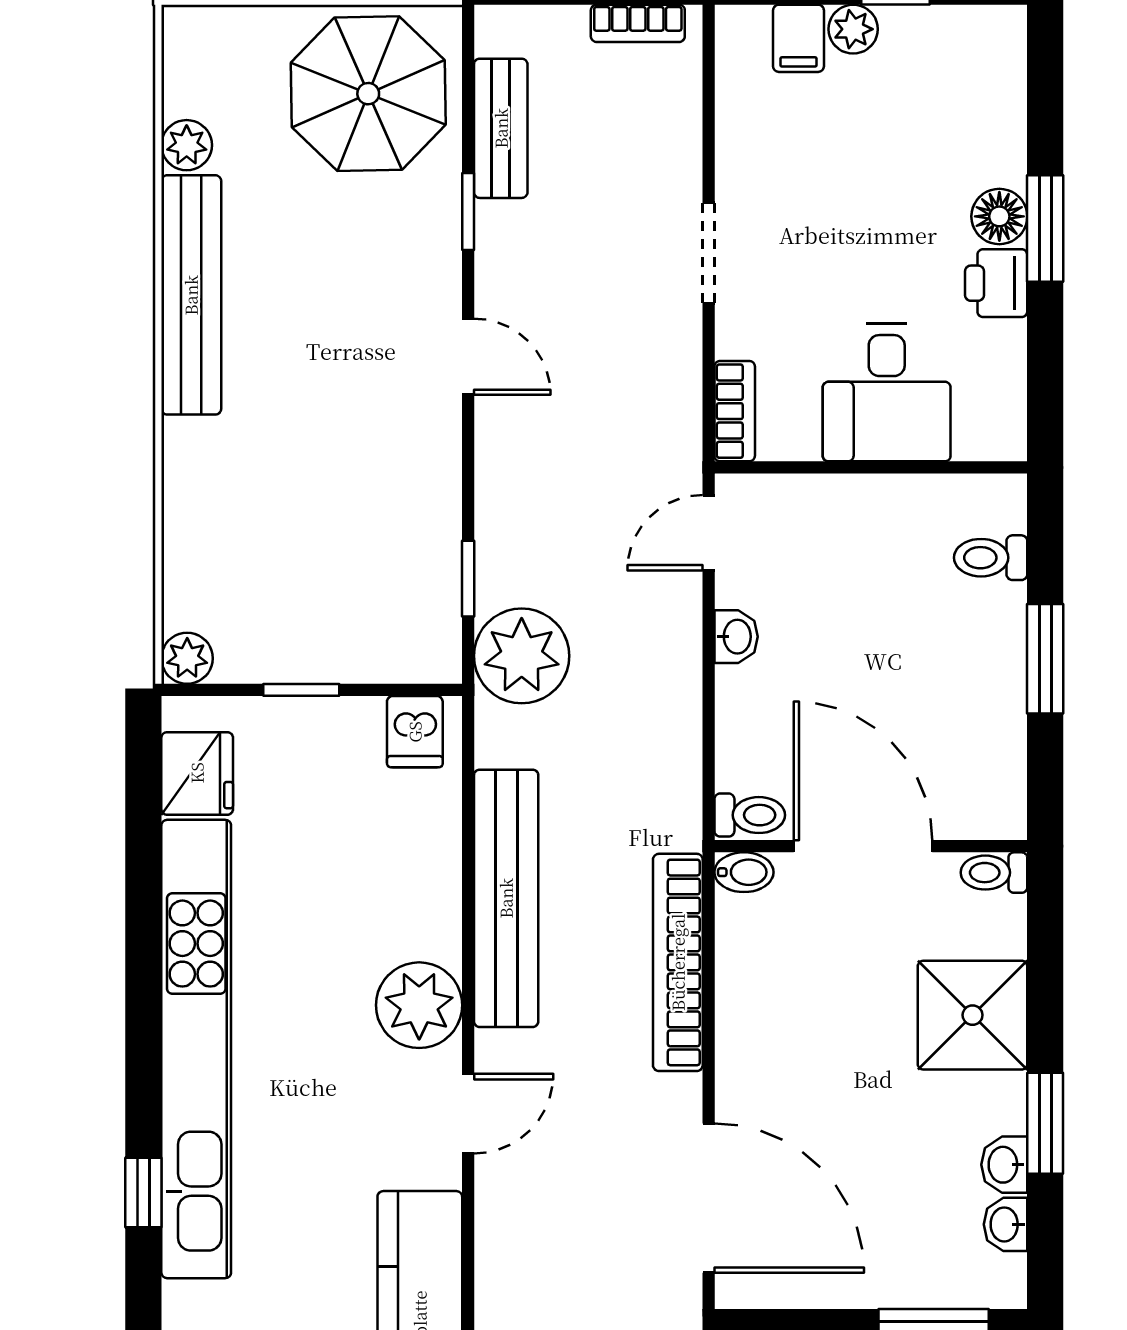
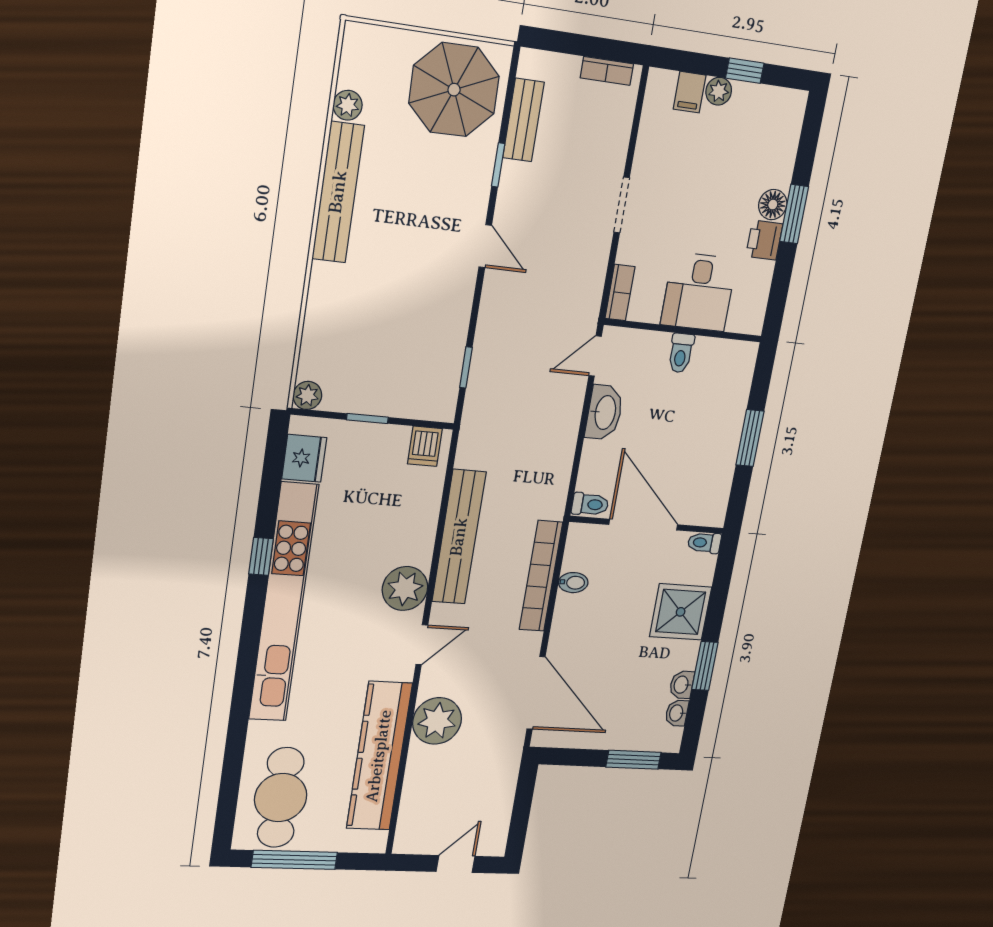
toilet: (991, 558) -> (681, 353), moved, turned -90
washbasin: (736, 637) -> (604, 412), width x1.91, depth x1.45
plant: (522, 656) -> (437, 721), moved
bidet: (744, 872) -> (573, 583), moved
window: (143, 1193) -> (261, 556), moved

